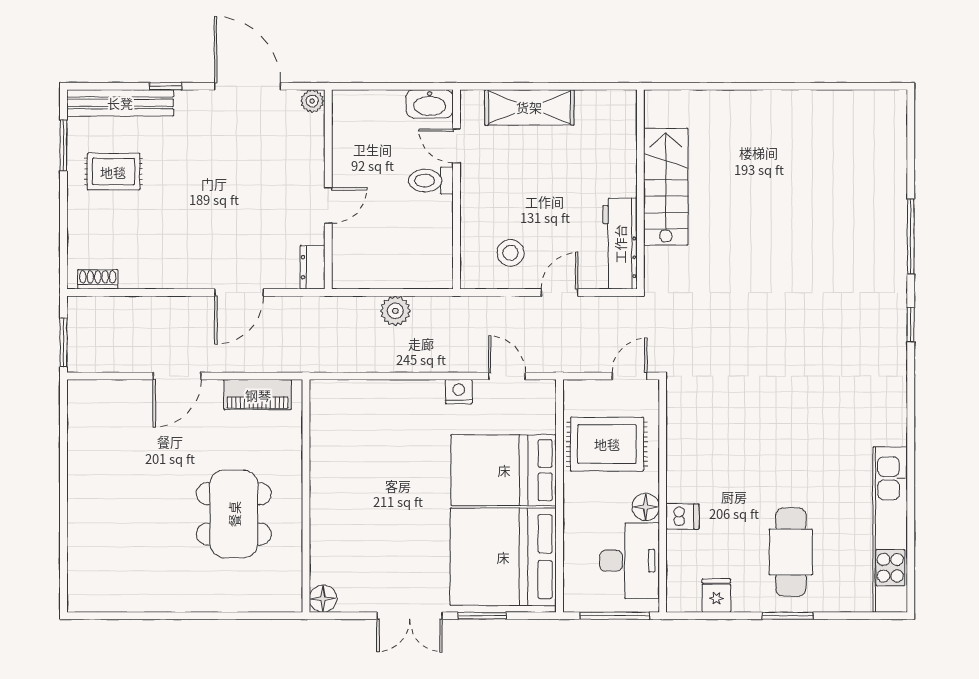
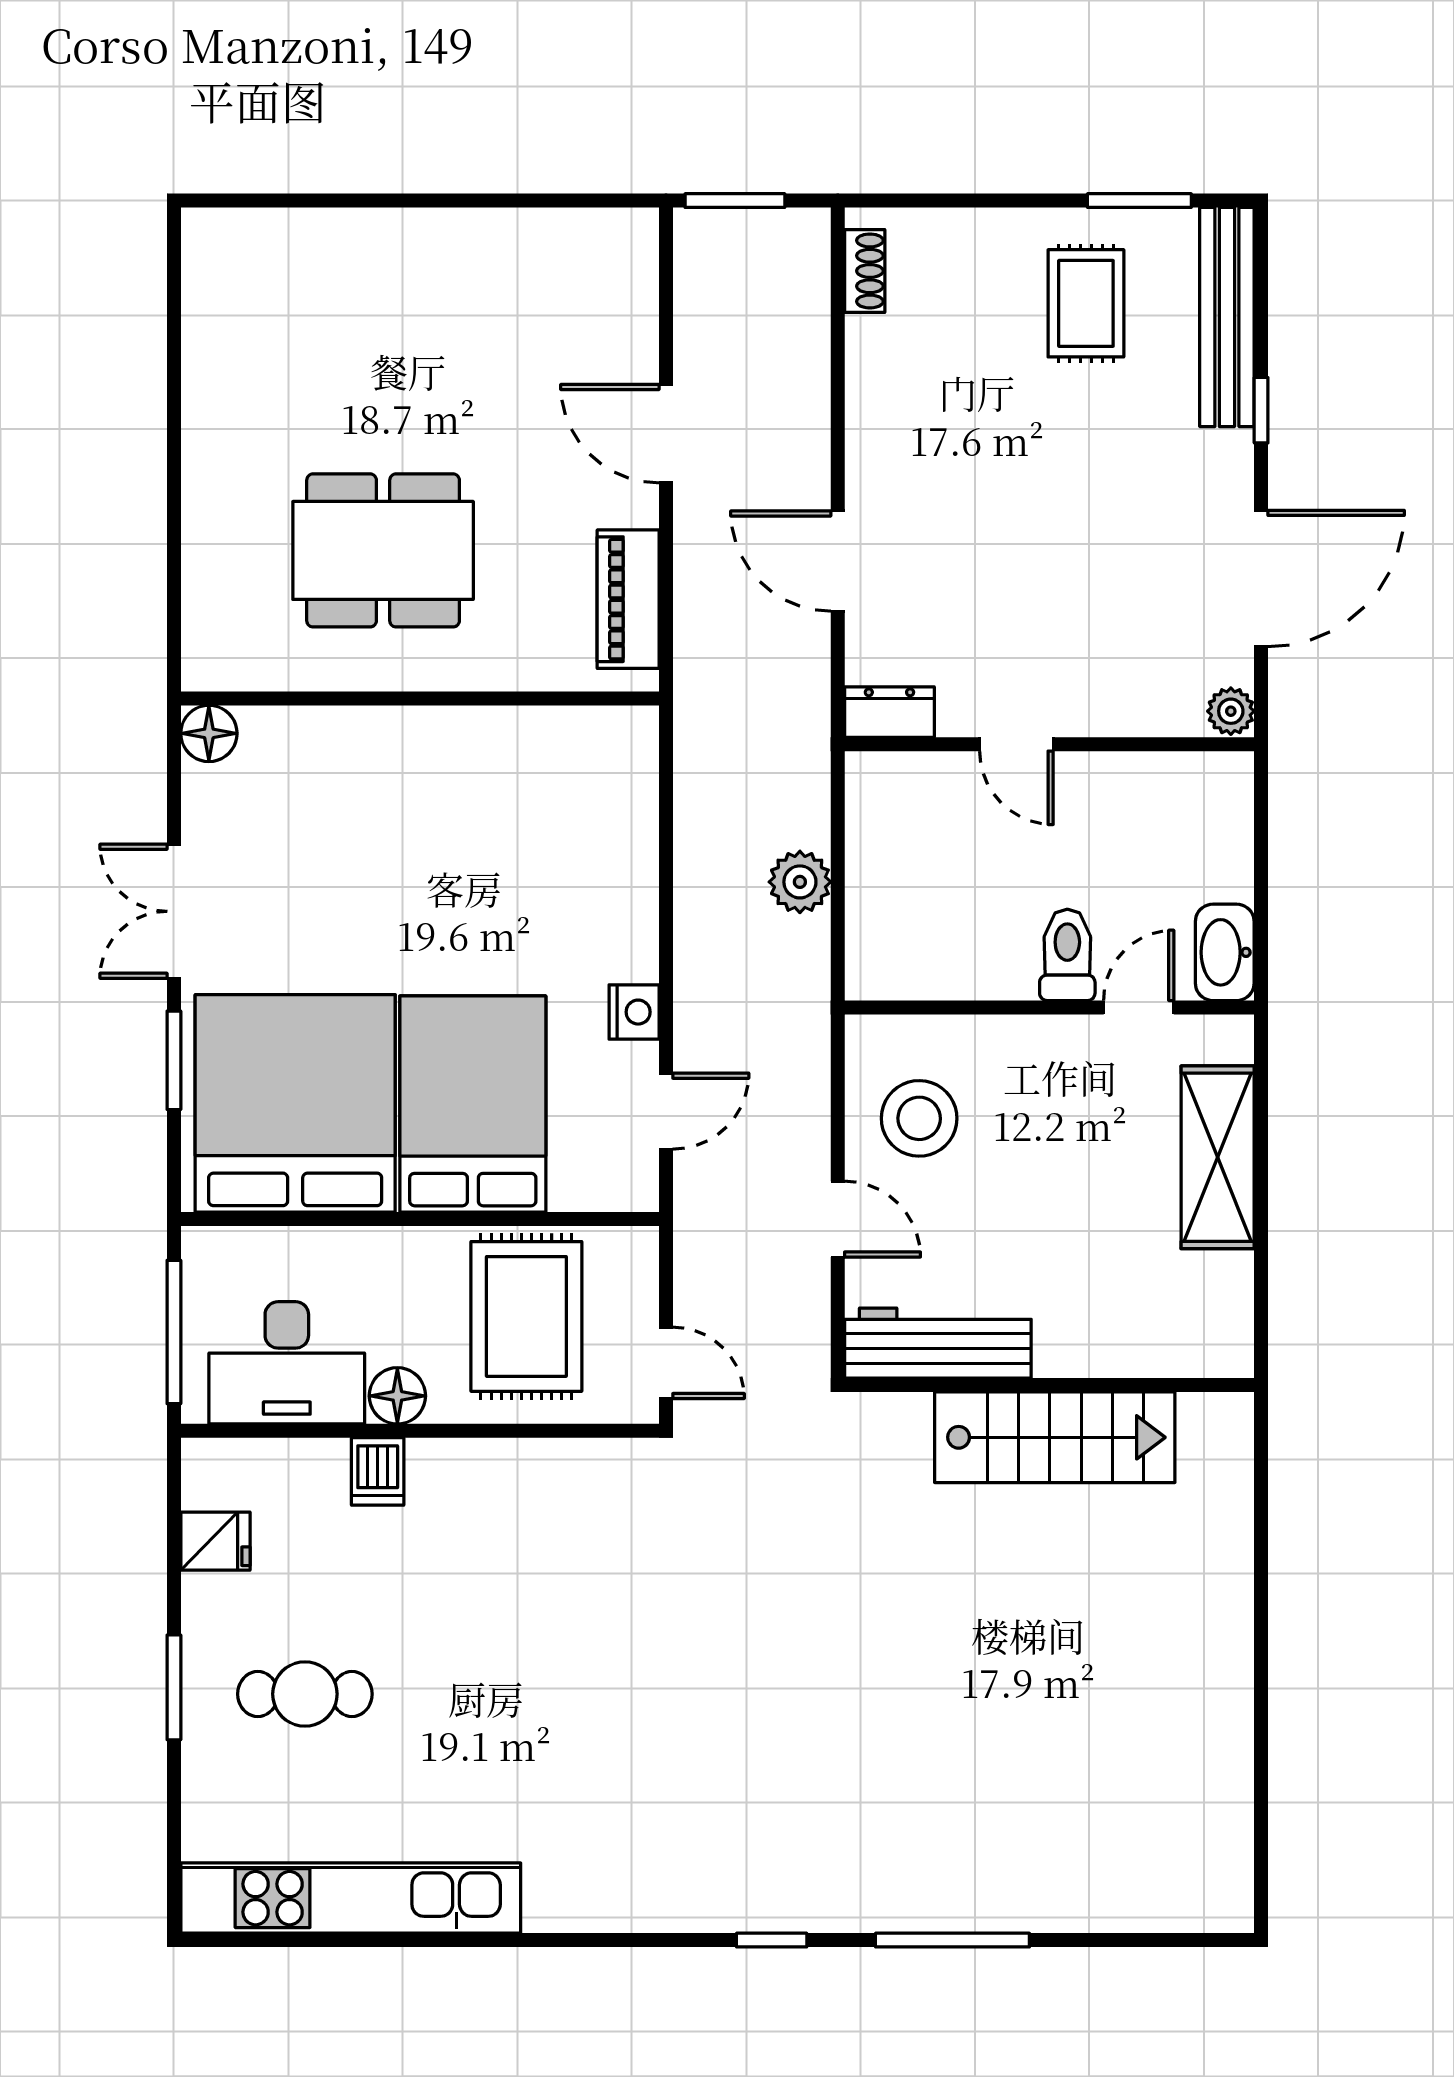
stool: (510, 253) -> (919, 1118), width x1.38, depth x1.38
cafe table: (791, 552) -> (305, 1694), width x0.73, depth x0.74

